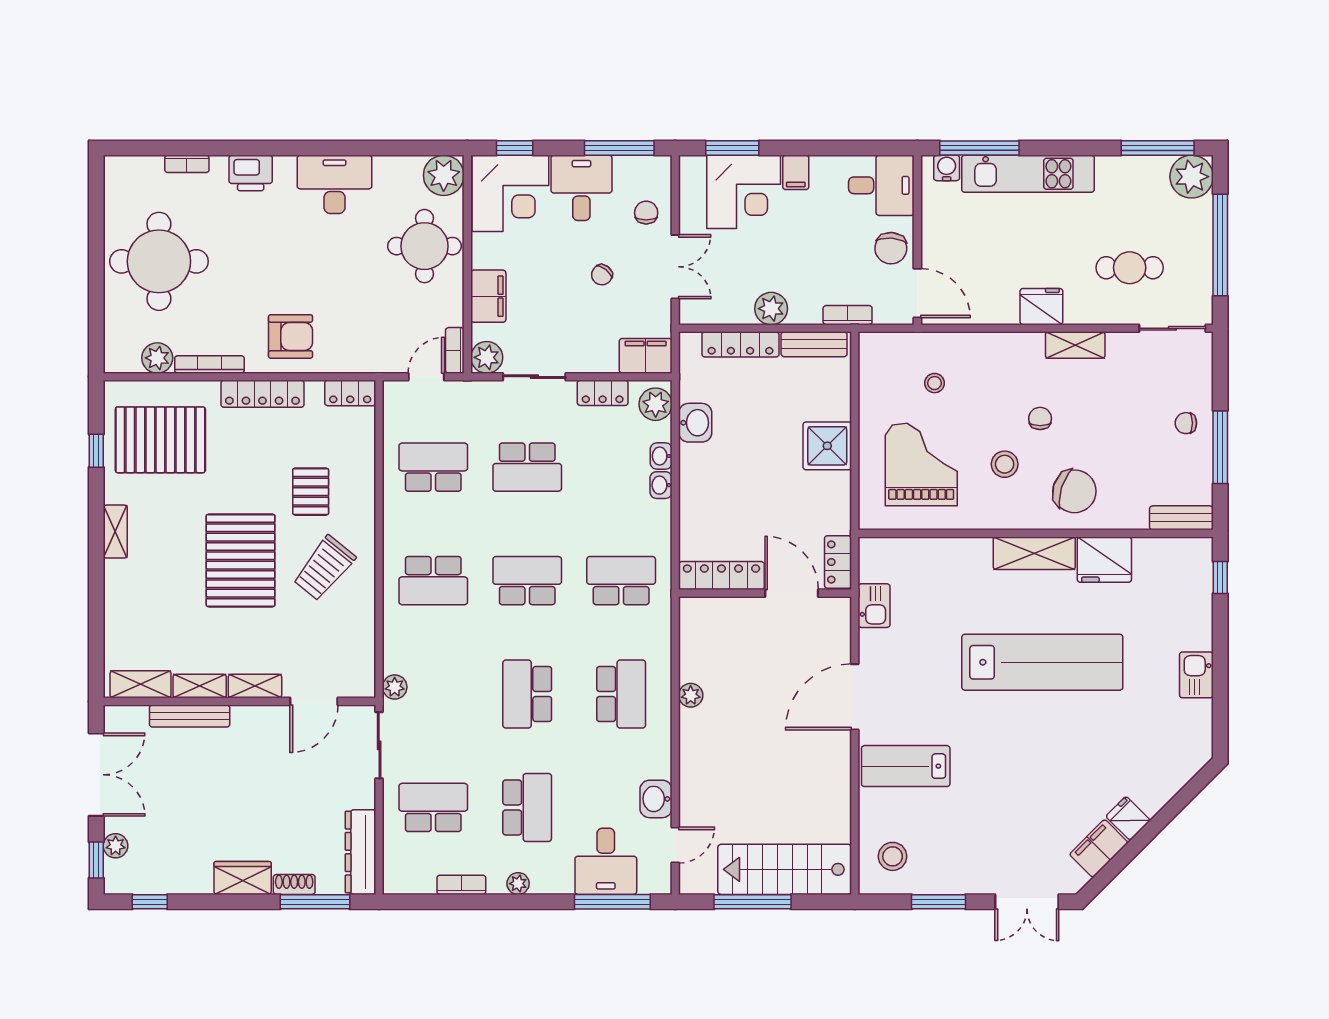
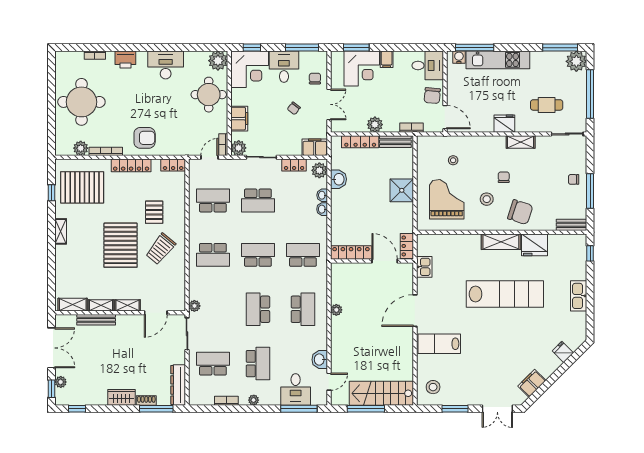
kitchen sink: (1196, 675) -> (579, 296), width x1.38
fridge: (1128, 818) -> (563, 352), moved

